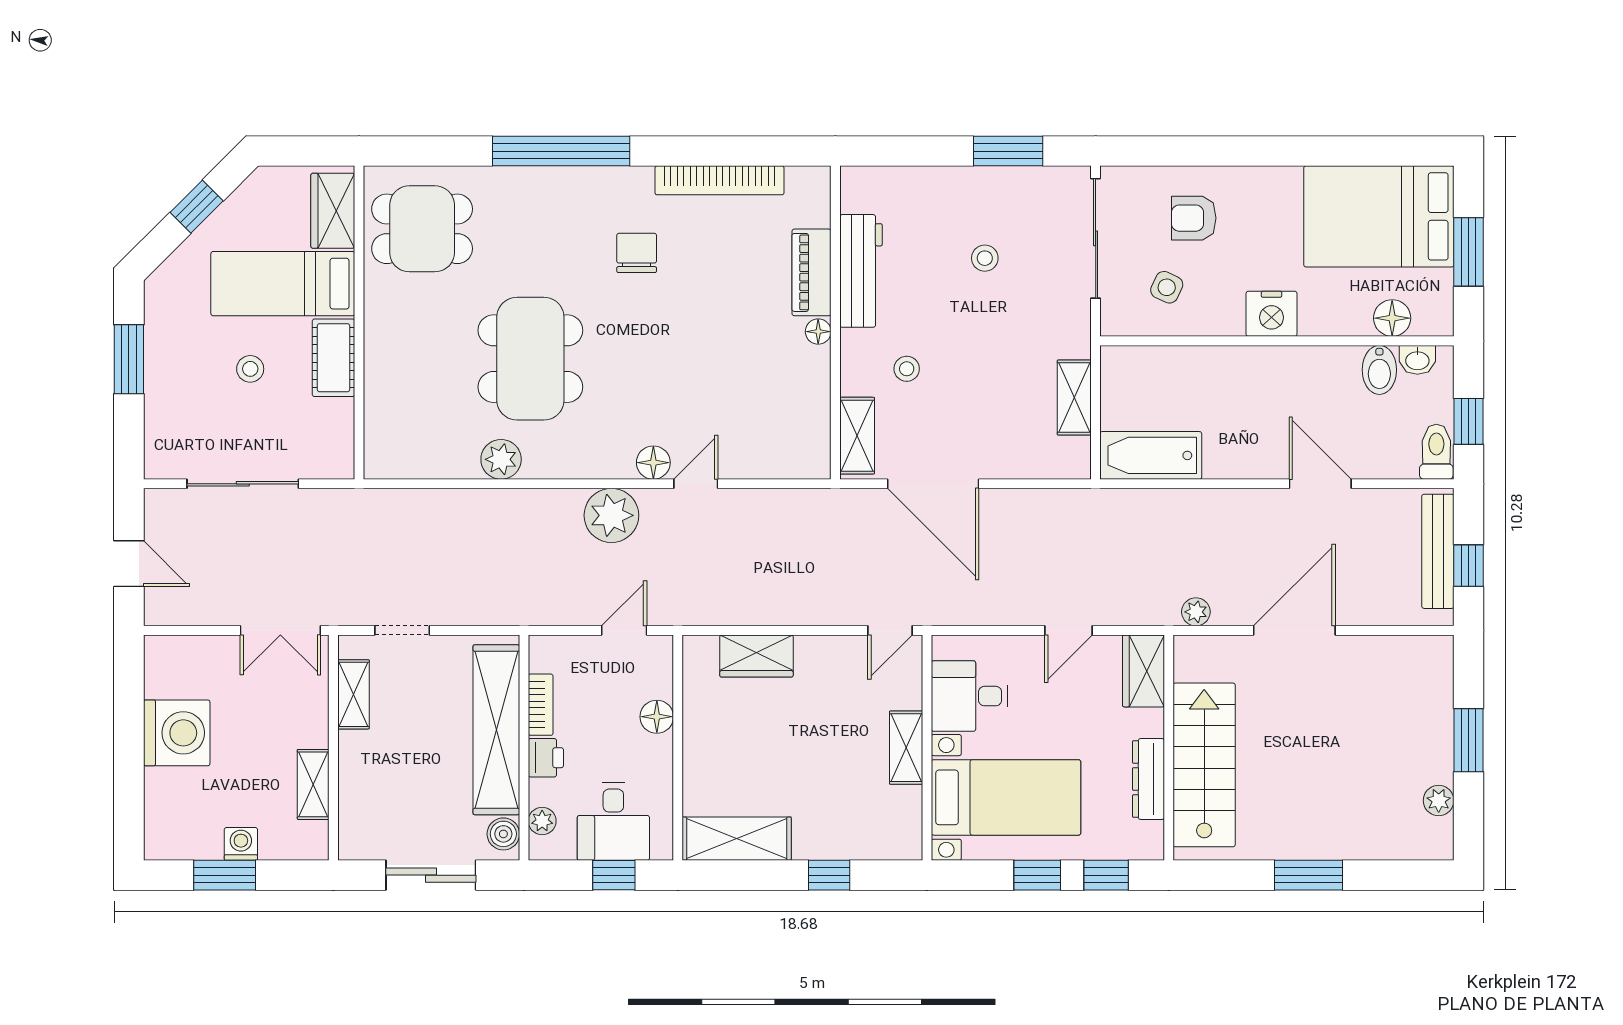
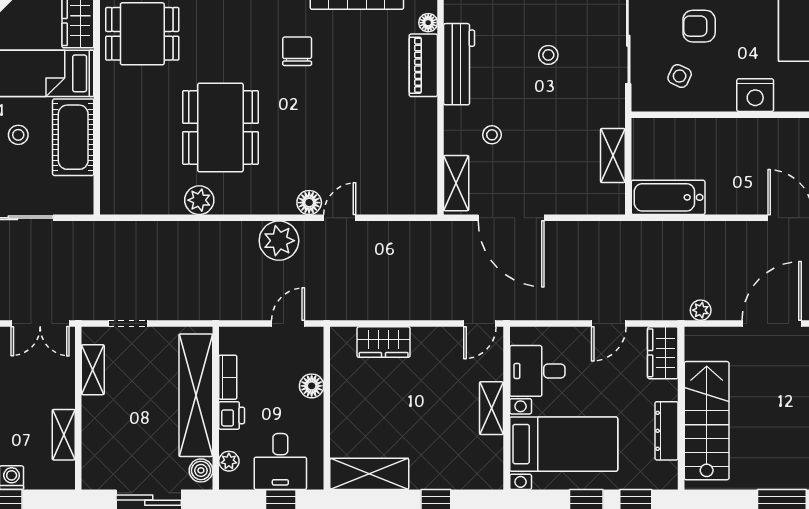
floor lamp: (818, 332) -> (428, 23), moved
cot: (333, 358) -> (73, 137), width x1.37, depth x1.34

